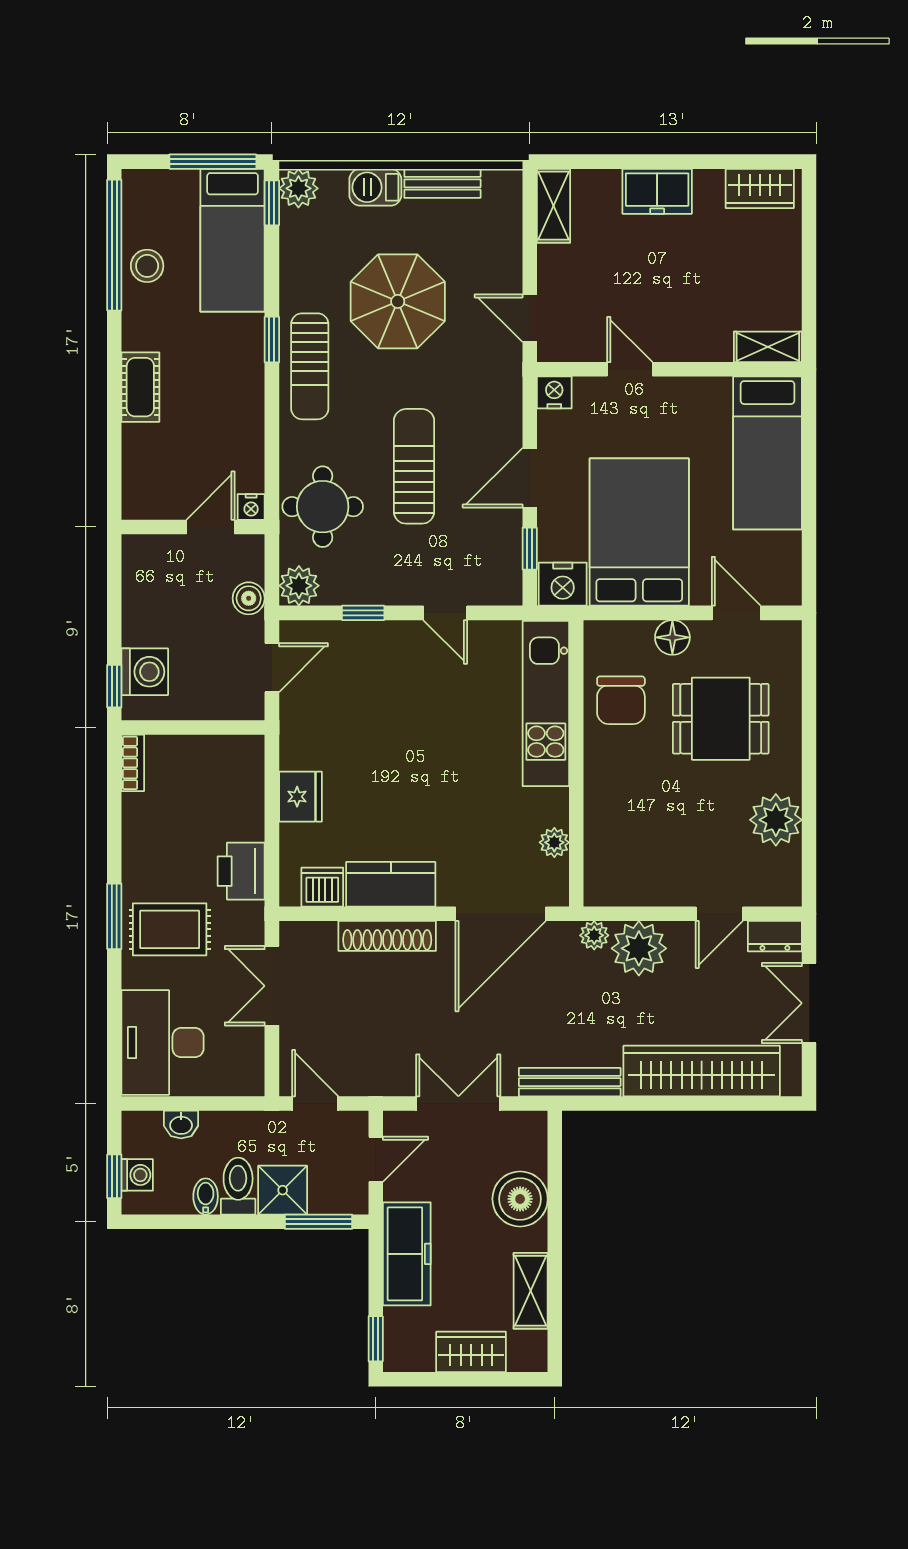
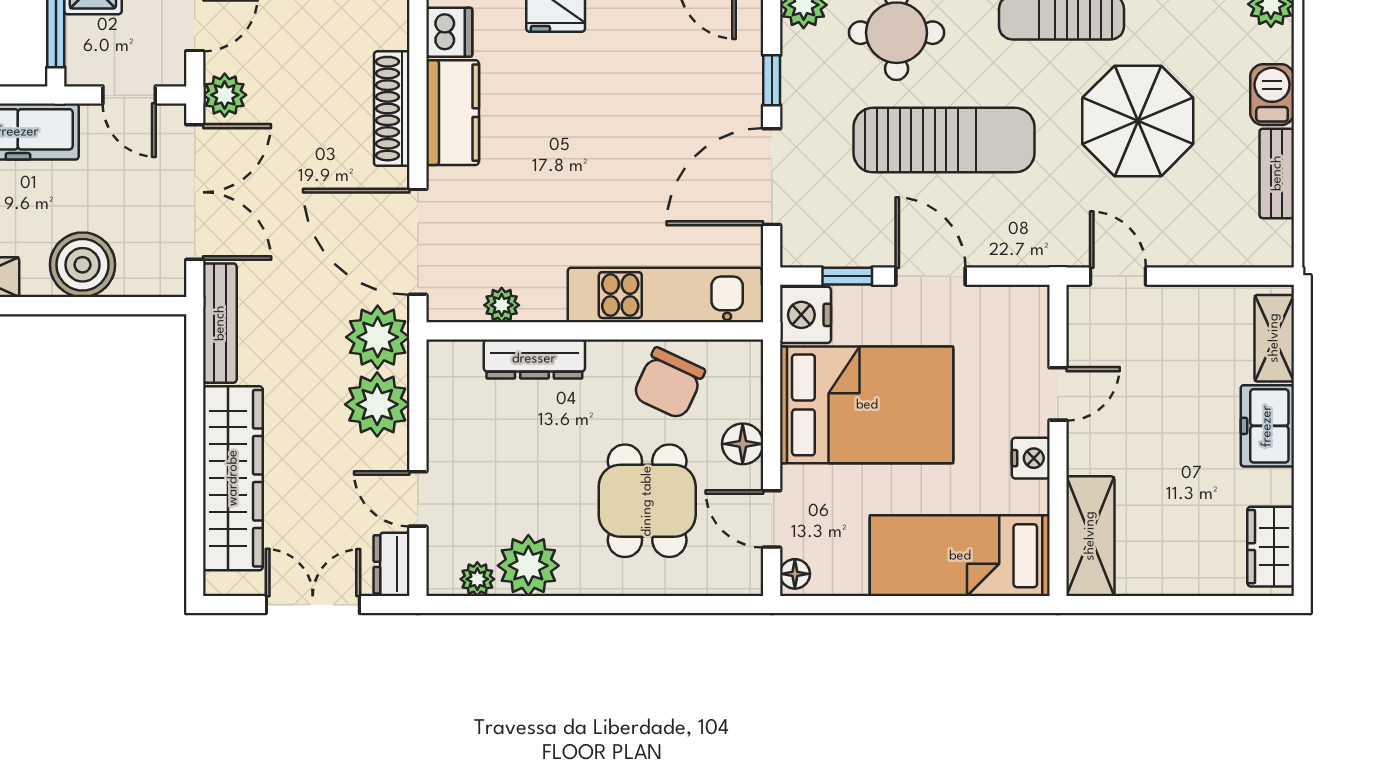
shelving: (553, 206) -> (1274, 338), moved, turned 90
door: (530, 318) -> (1118, 276), hinge flipped
shelving: (768, 347) -> (1090, 536), width x1.50, depth x1.33
nightstand: (554, 392) -> (1031, 458), moved
sun lounger: (414, 466) -> (944, 140), width x1.36, depth x1.34
floor lamp: (783, 593) -> (795, 574), added
door: (445, 613) -> (772, 177), width x1.88
door: (736, 613) -> (772, 519), swing flipped
chair: (621, 700) -> (669, 383), turned -65
dresser: (600, 815) -> (534, 359), added
plant: (787, 863) -> (477, 579), added
plant: (594, 935) -> (378, 337), width x1.87, depth x1.87
plant: (376, 1078) -> (225, 95), added
double door: (458, 1104) -> (195, 192), width x1.37

